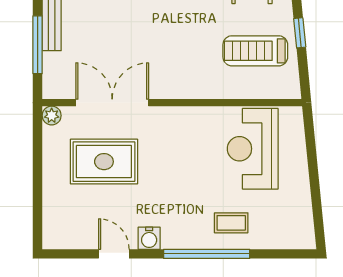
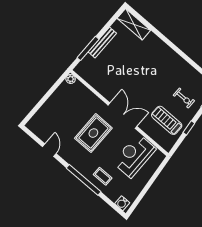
double door: (112, 103) -> (123, 116), moved
rug: (104, 162) -> (93, 133), moved, turned 90
water cooler: (149, 238) -> (122, 203), moved

